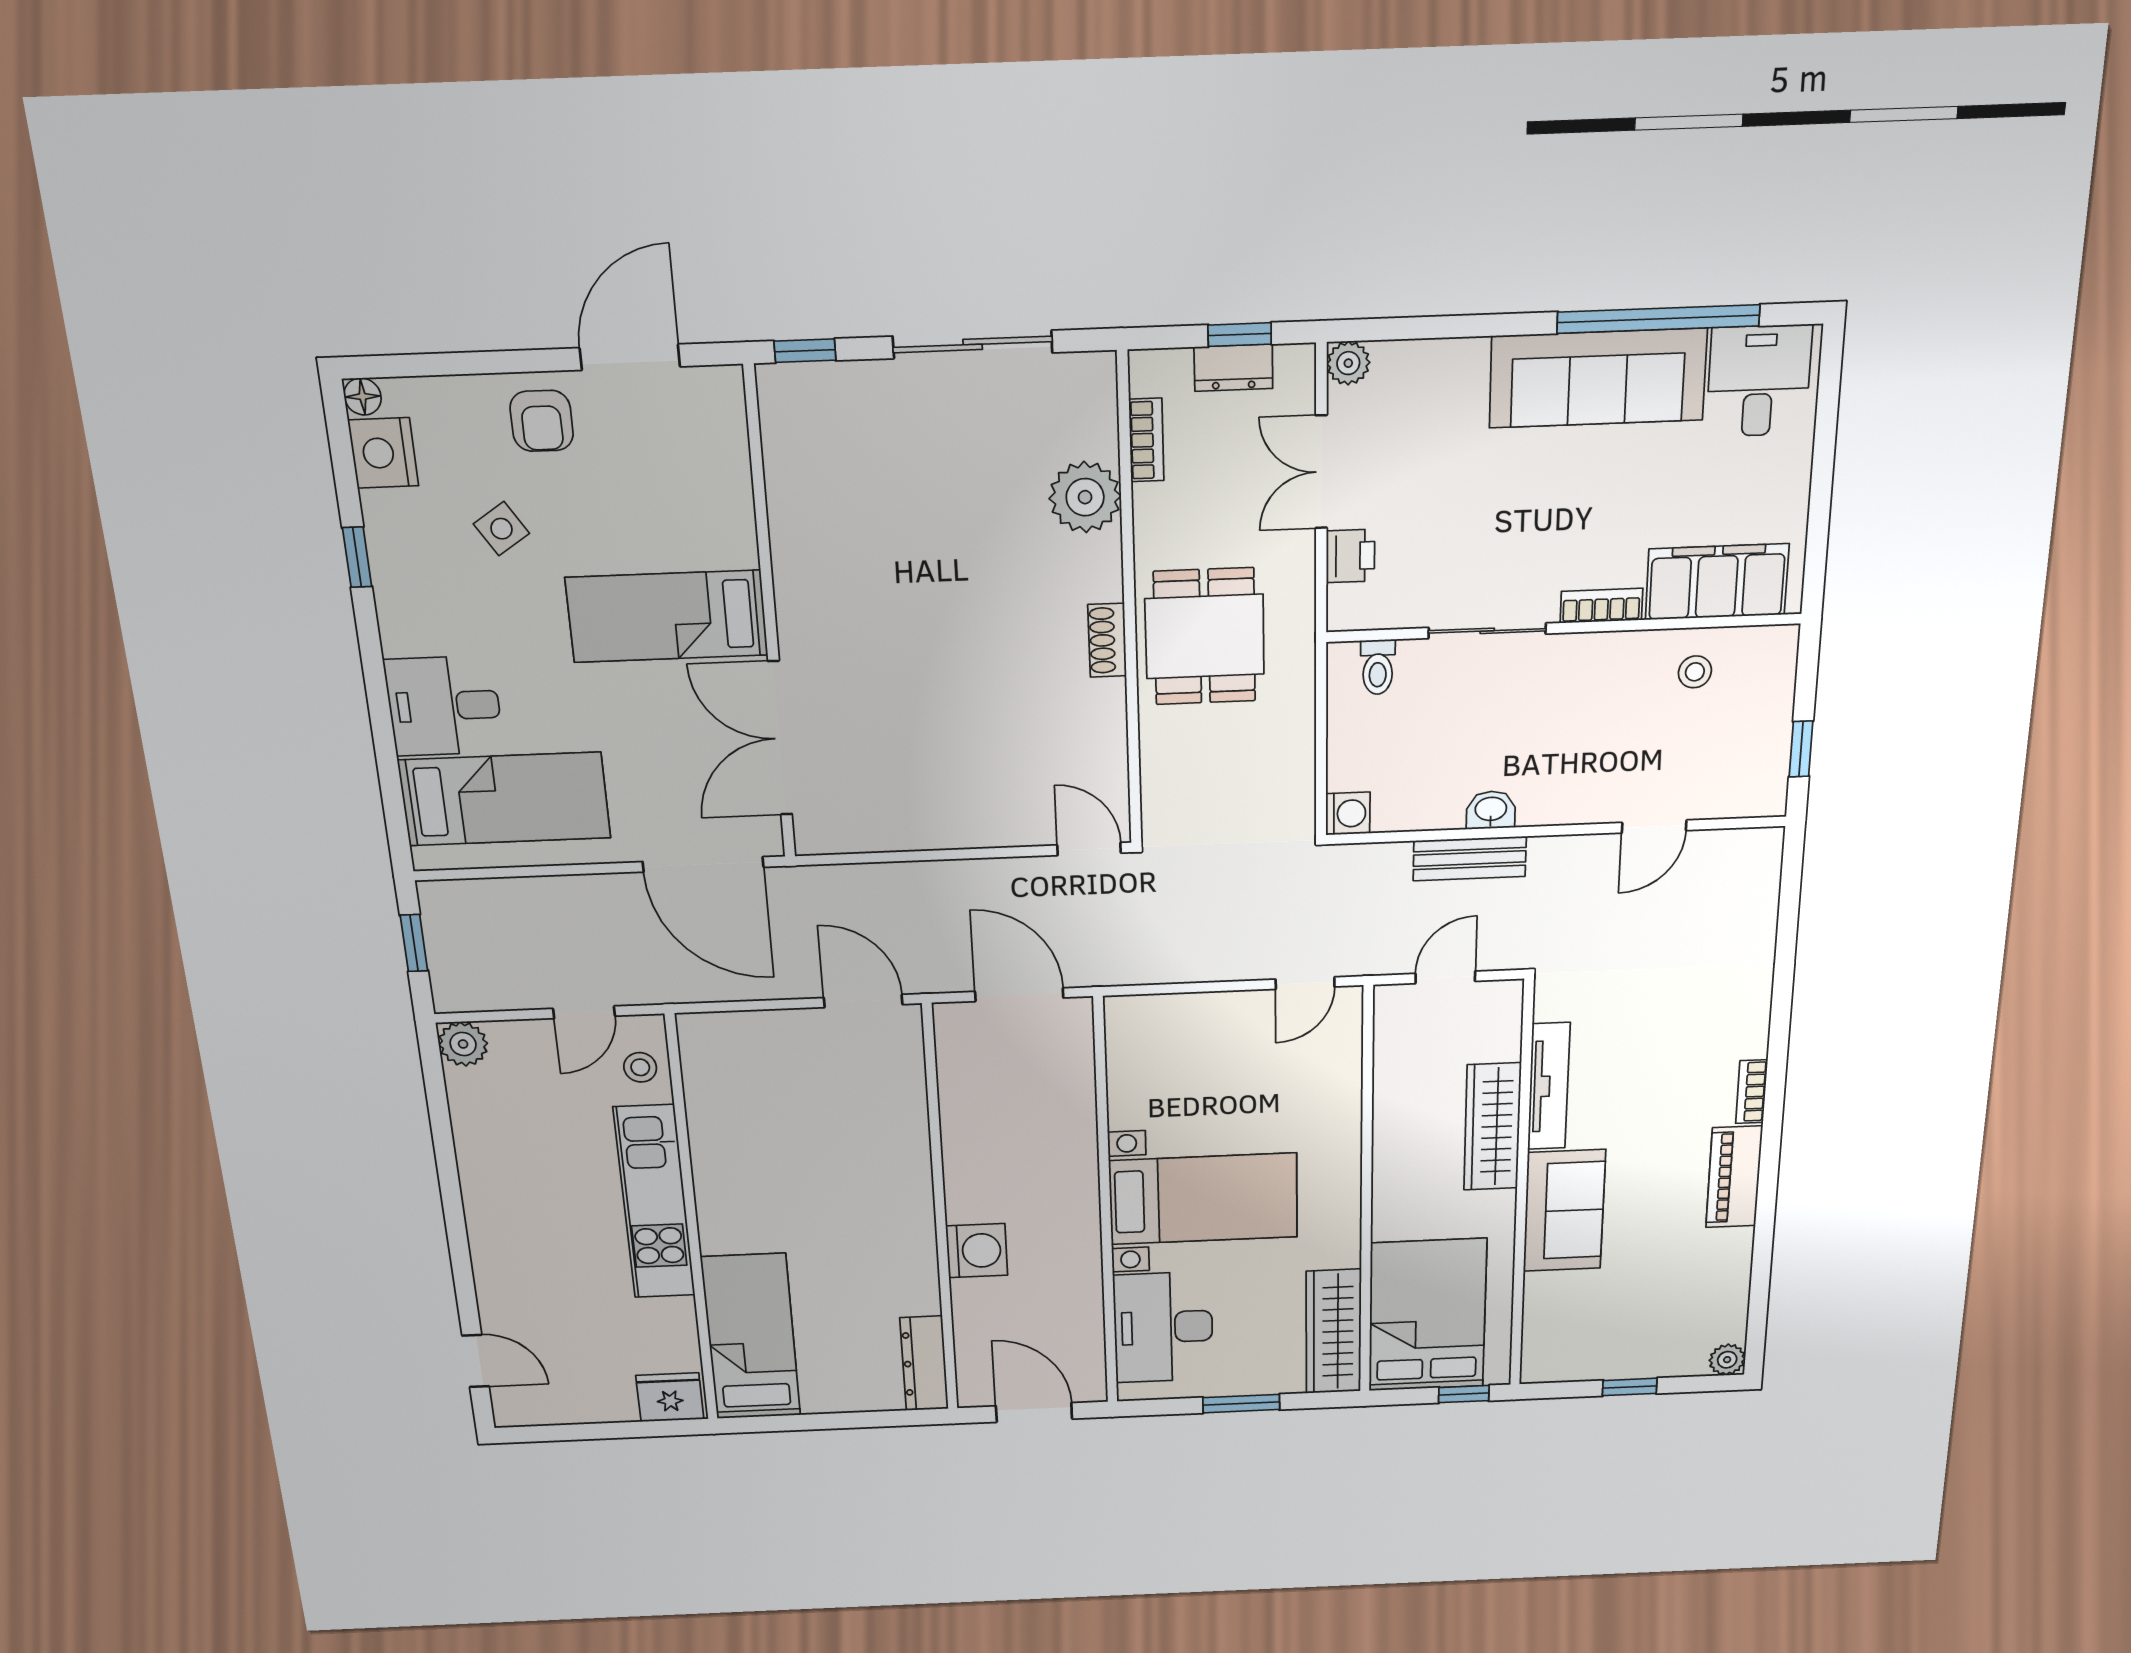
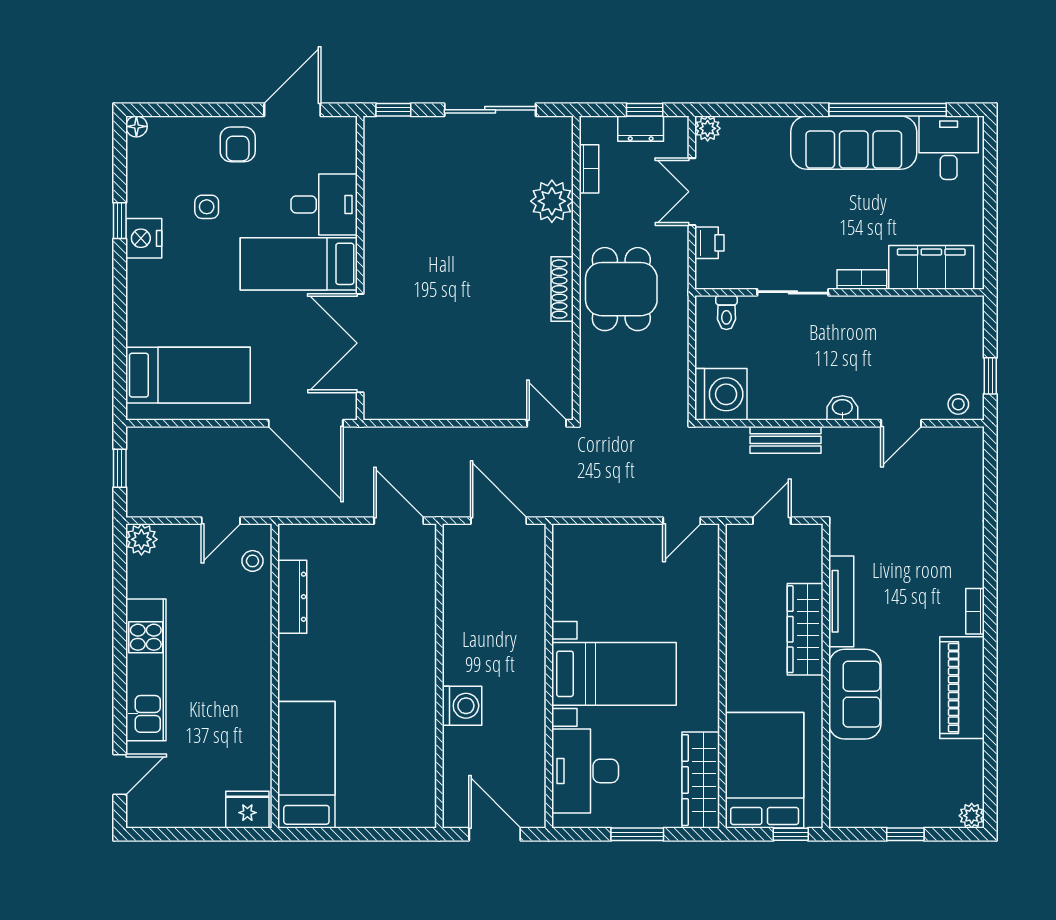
nightstand: (383, 453) -> (144, 238), moved
side table: (501, 529) -> (207, 207), turned 33
shoe rack: (1107, 640) -> (562, 289), width x1.43
stool: (1695, 672) -> (958, 404), moved
desk: (444, 706) -> (324, 204), moved, turned 180
washbasin: (1491, 810) -> (842, 408), moved
washing machine: (1348, 813) -> (721, 394), width x1.89, depth x1.89
piano: (1734, 1177) -> (962, 688), width x1.37, depth x1.33
kitchen unit: (654, 1202) -> (146, 670), moved, turned 180
door: (476, 1361) -> (120, 775), hinge flipped
dresser: (924, 1363) -> (292, 597), moved, turned 180

